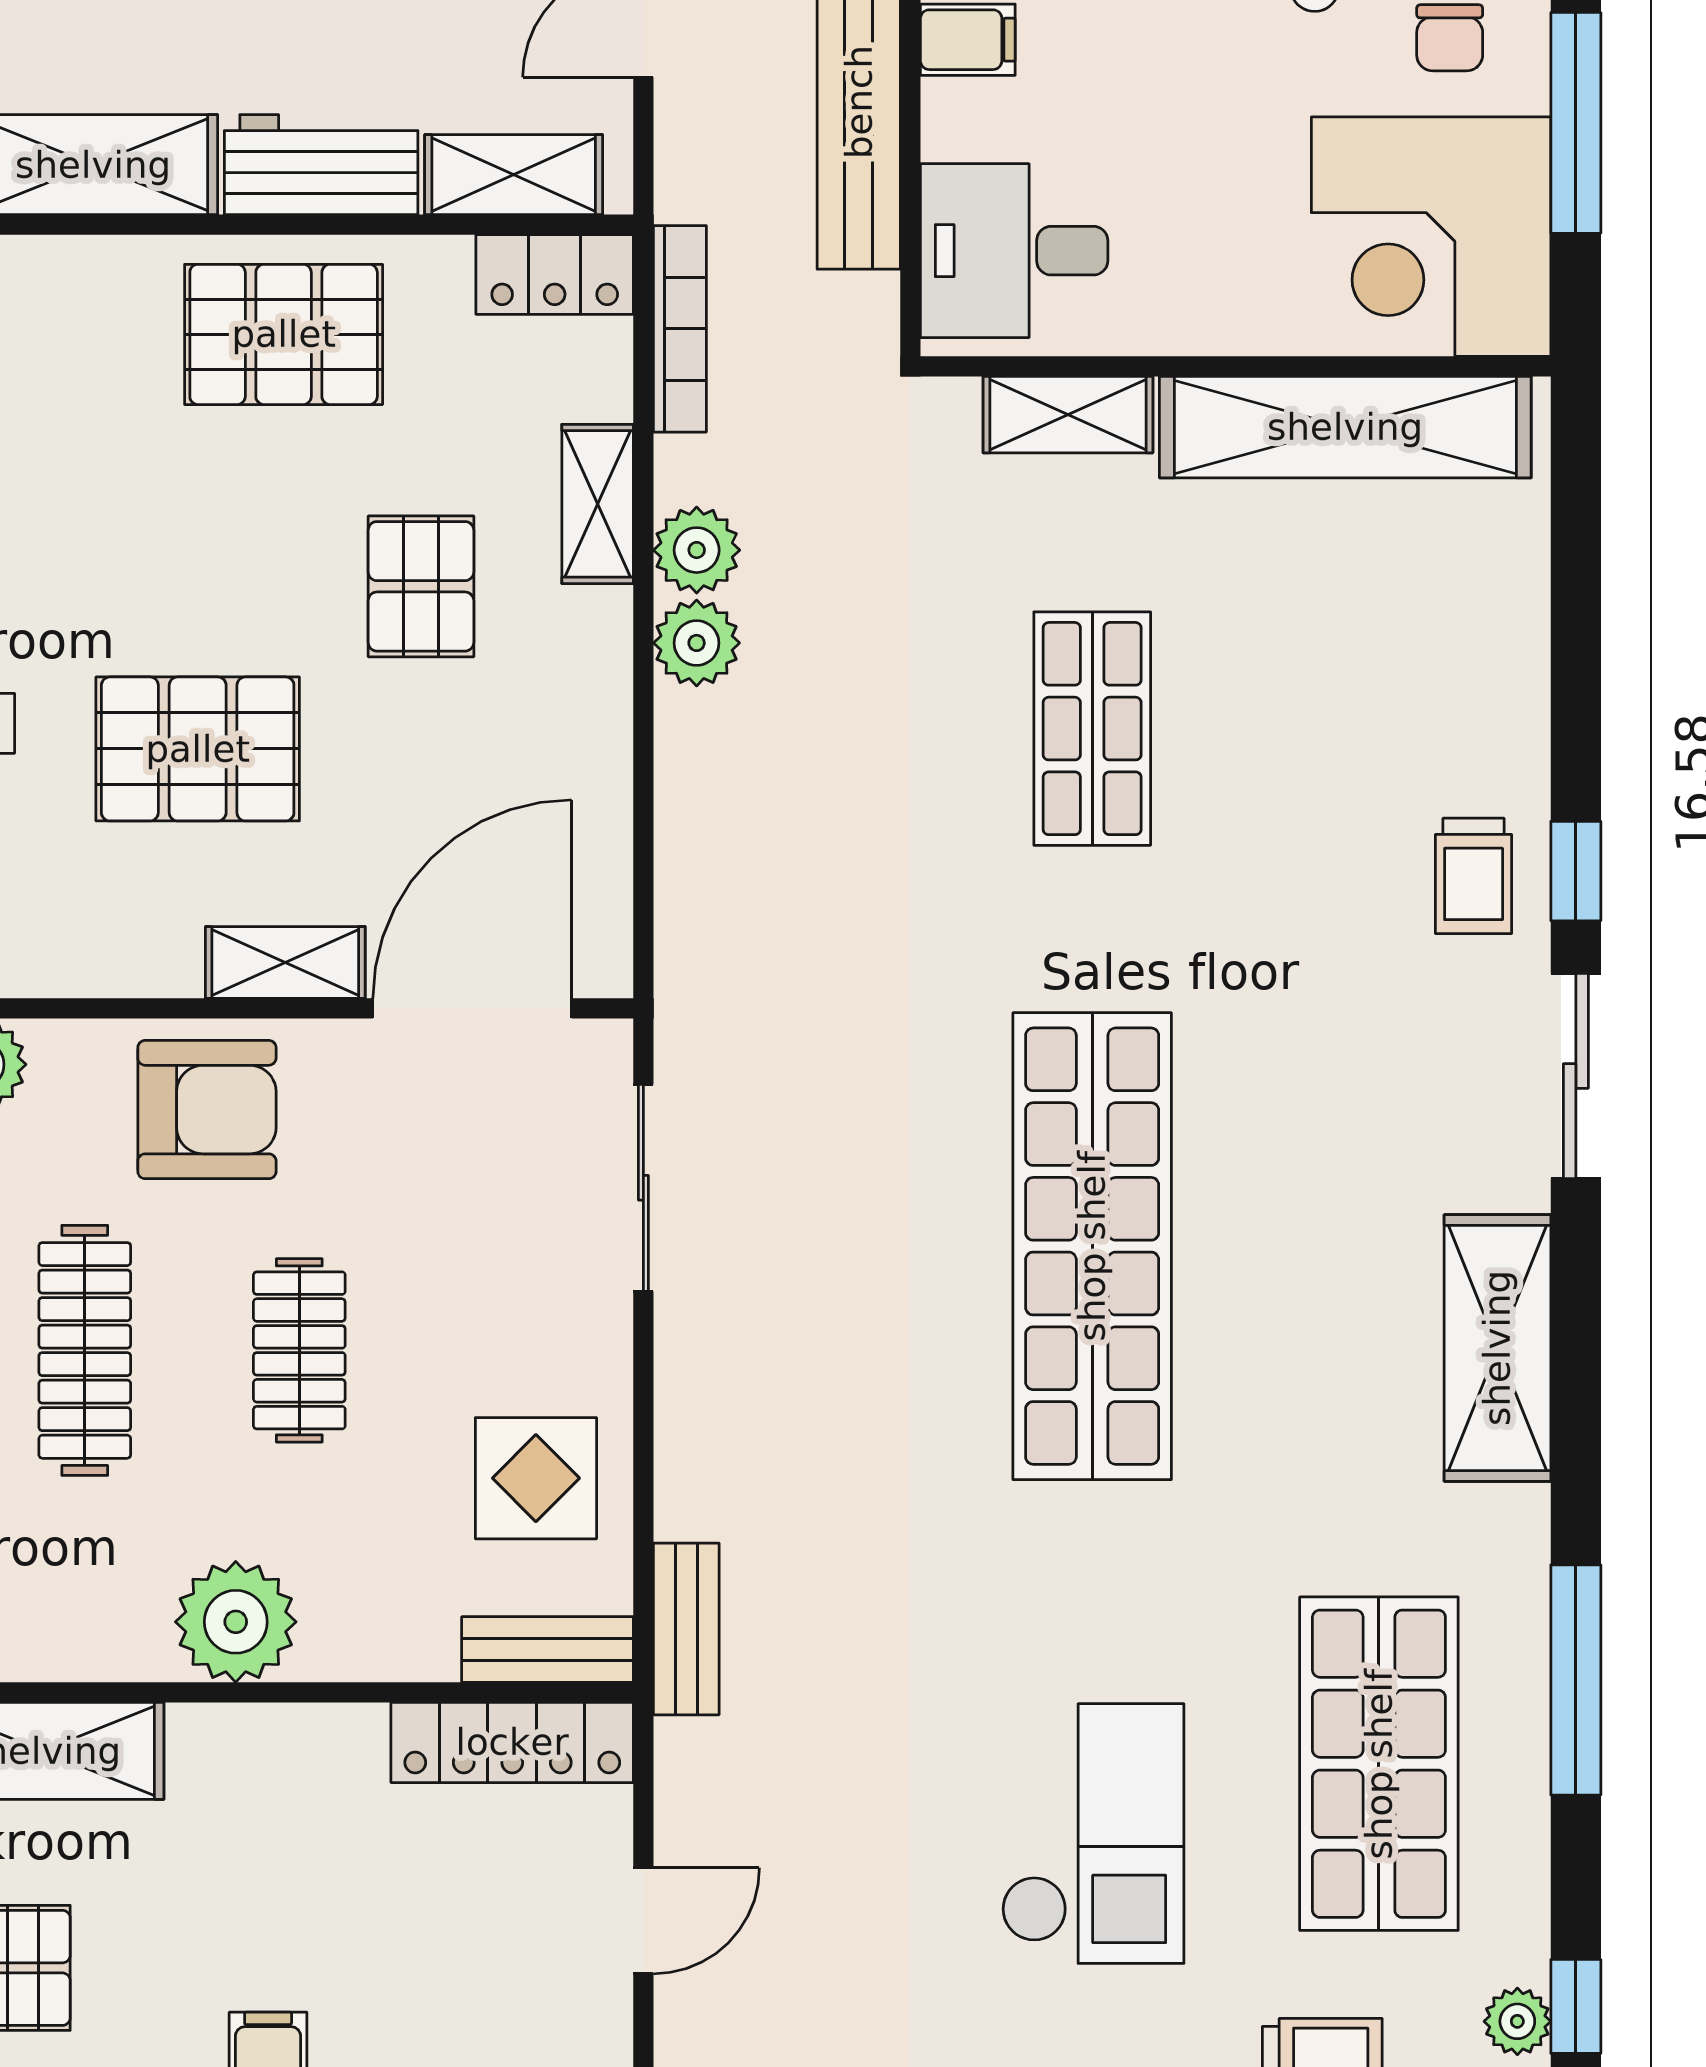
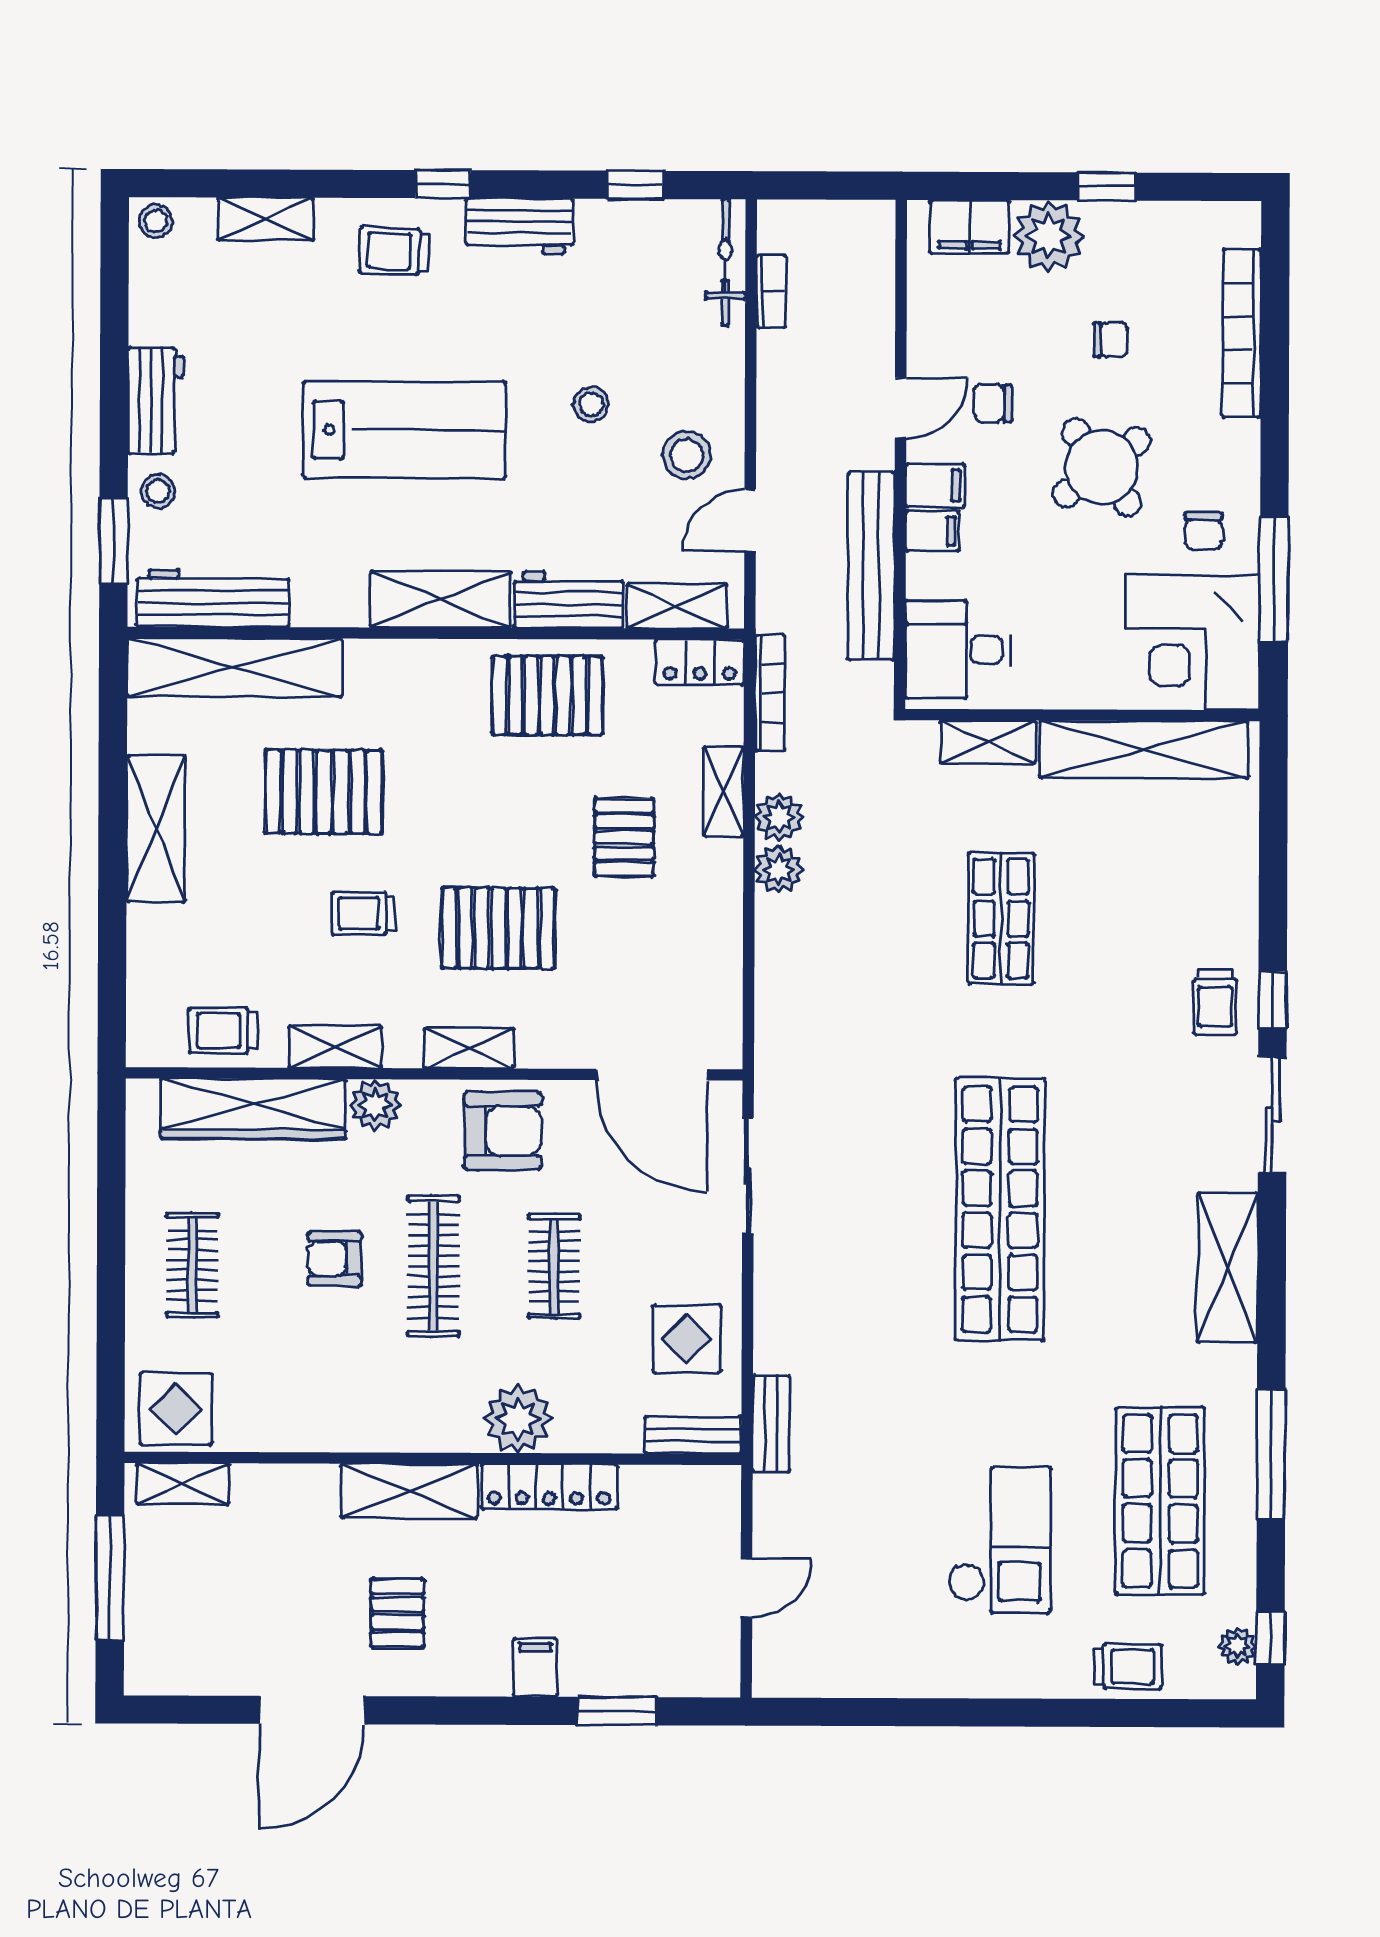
shelving: (285, 963) -> (469, 1048), moved
door: (472, 1008) -> (652, 1075), swing flipped
locker: (512, 1742) -> (549, 1487), moved

